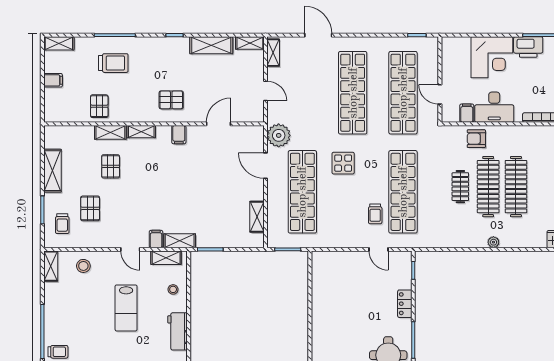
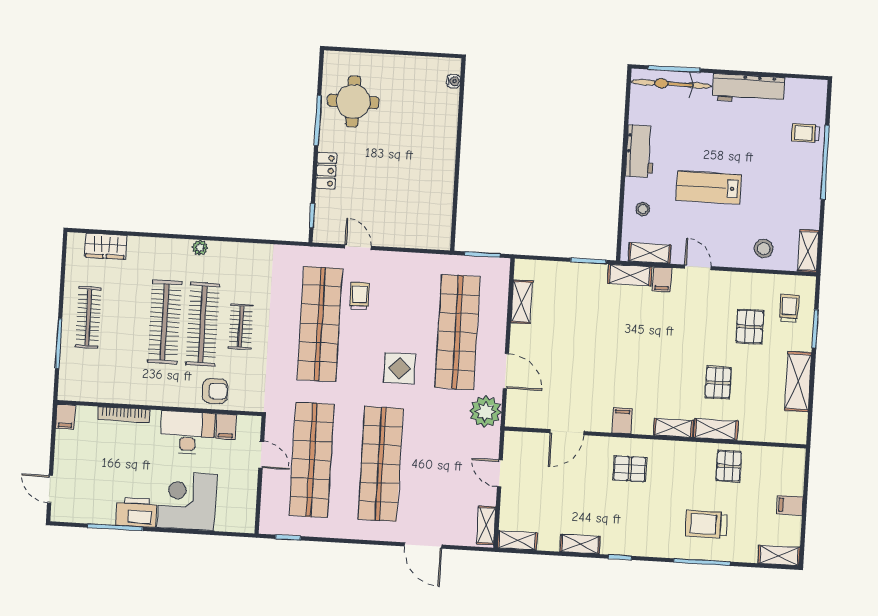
shelving: (211, 45) -> (580, 544), width x0.67, depth x0.75
lab bench: (126, 308) -> (709, 187), turned -90

